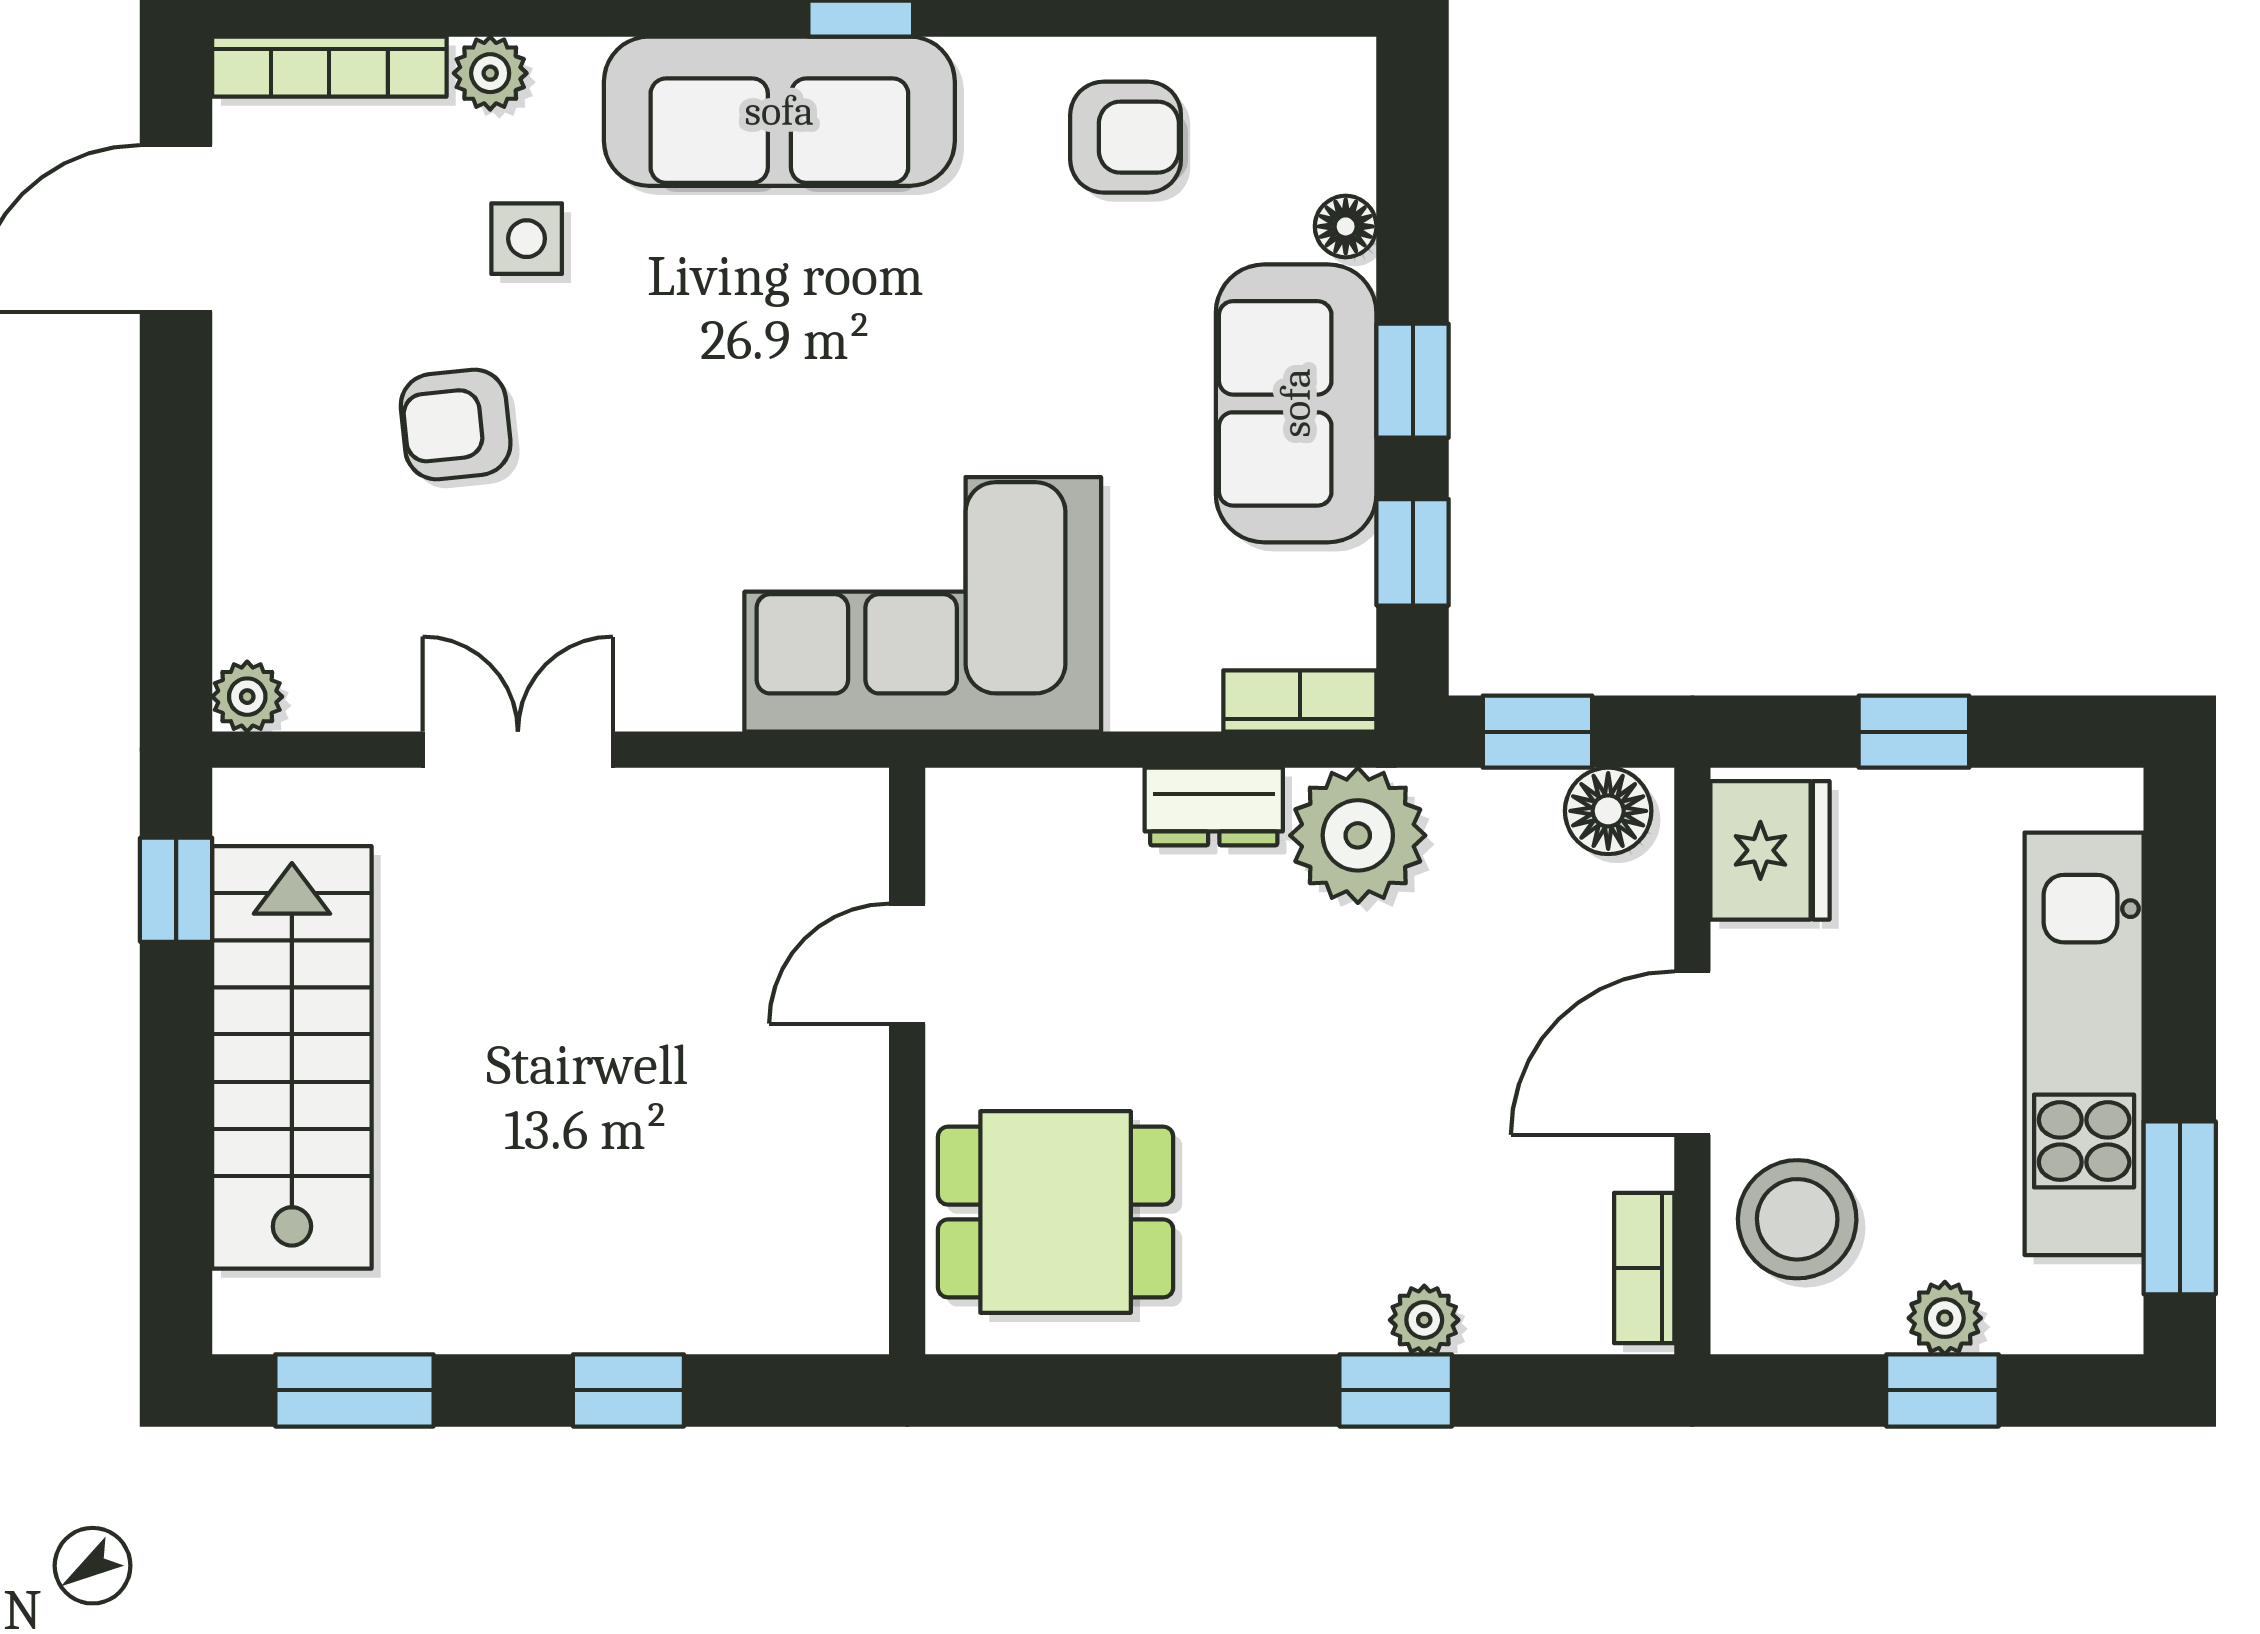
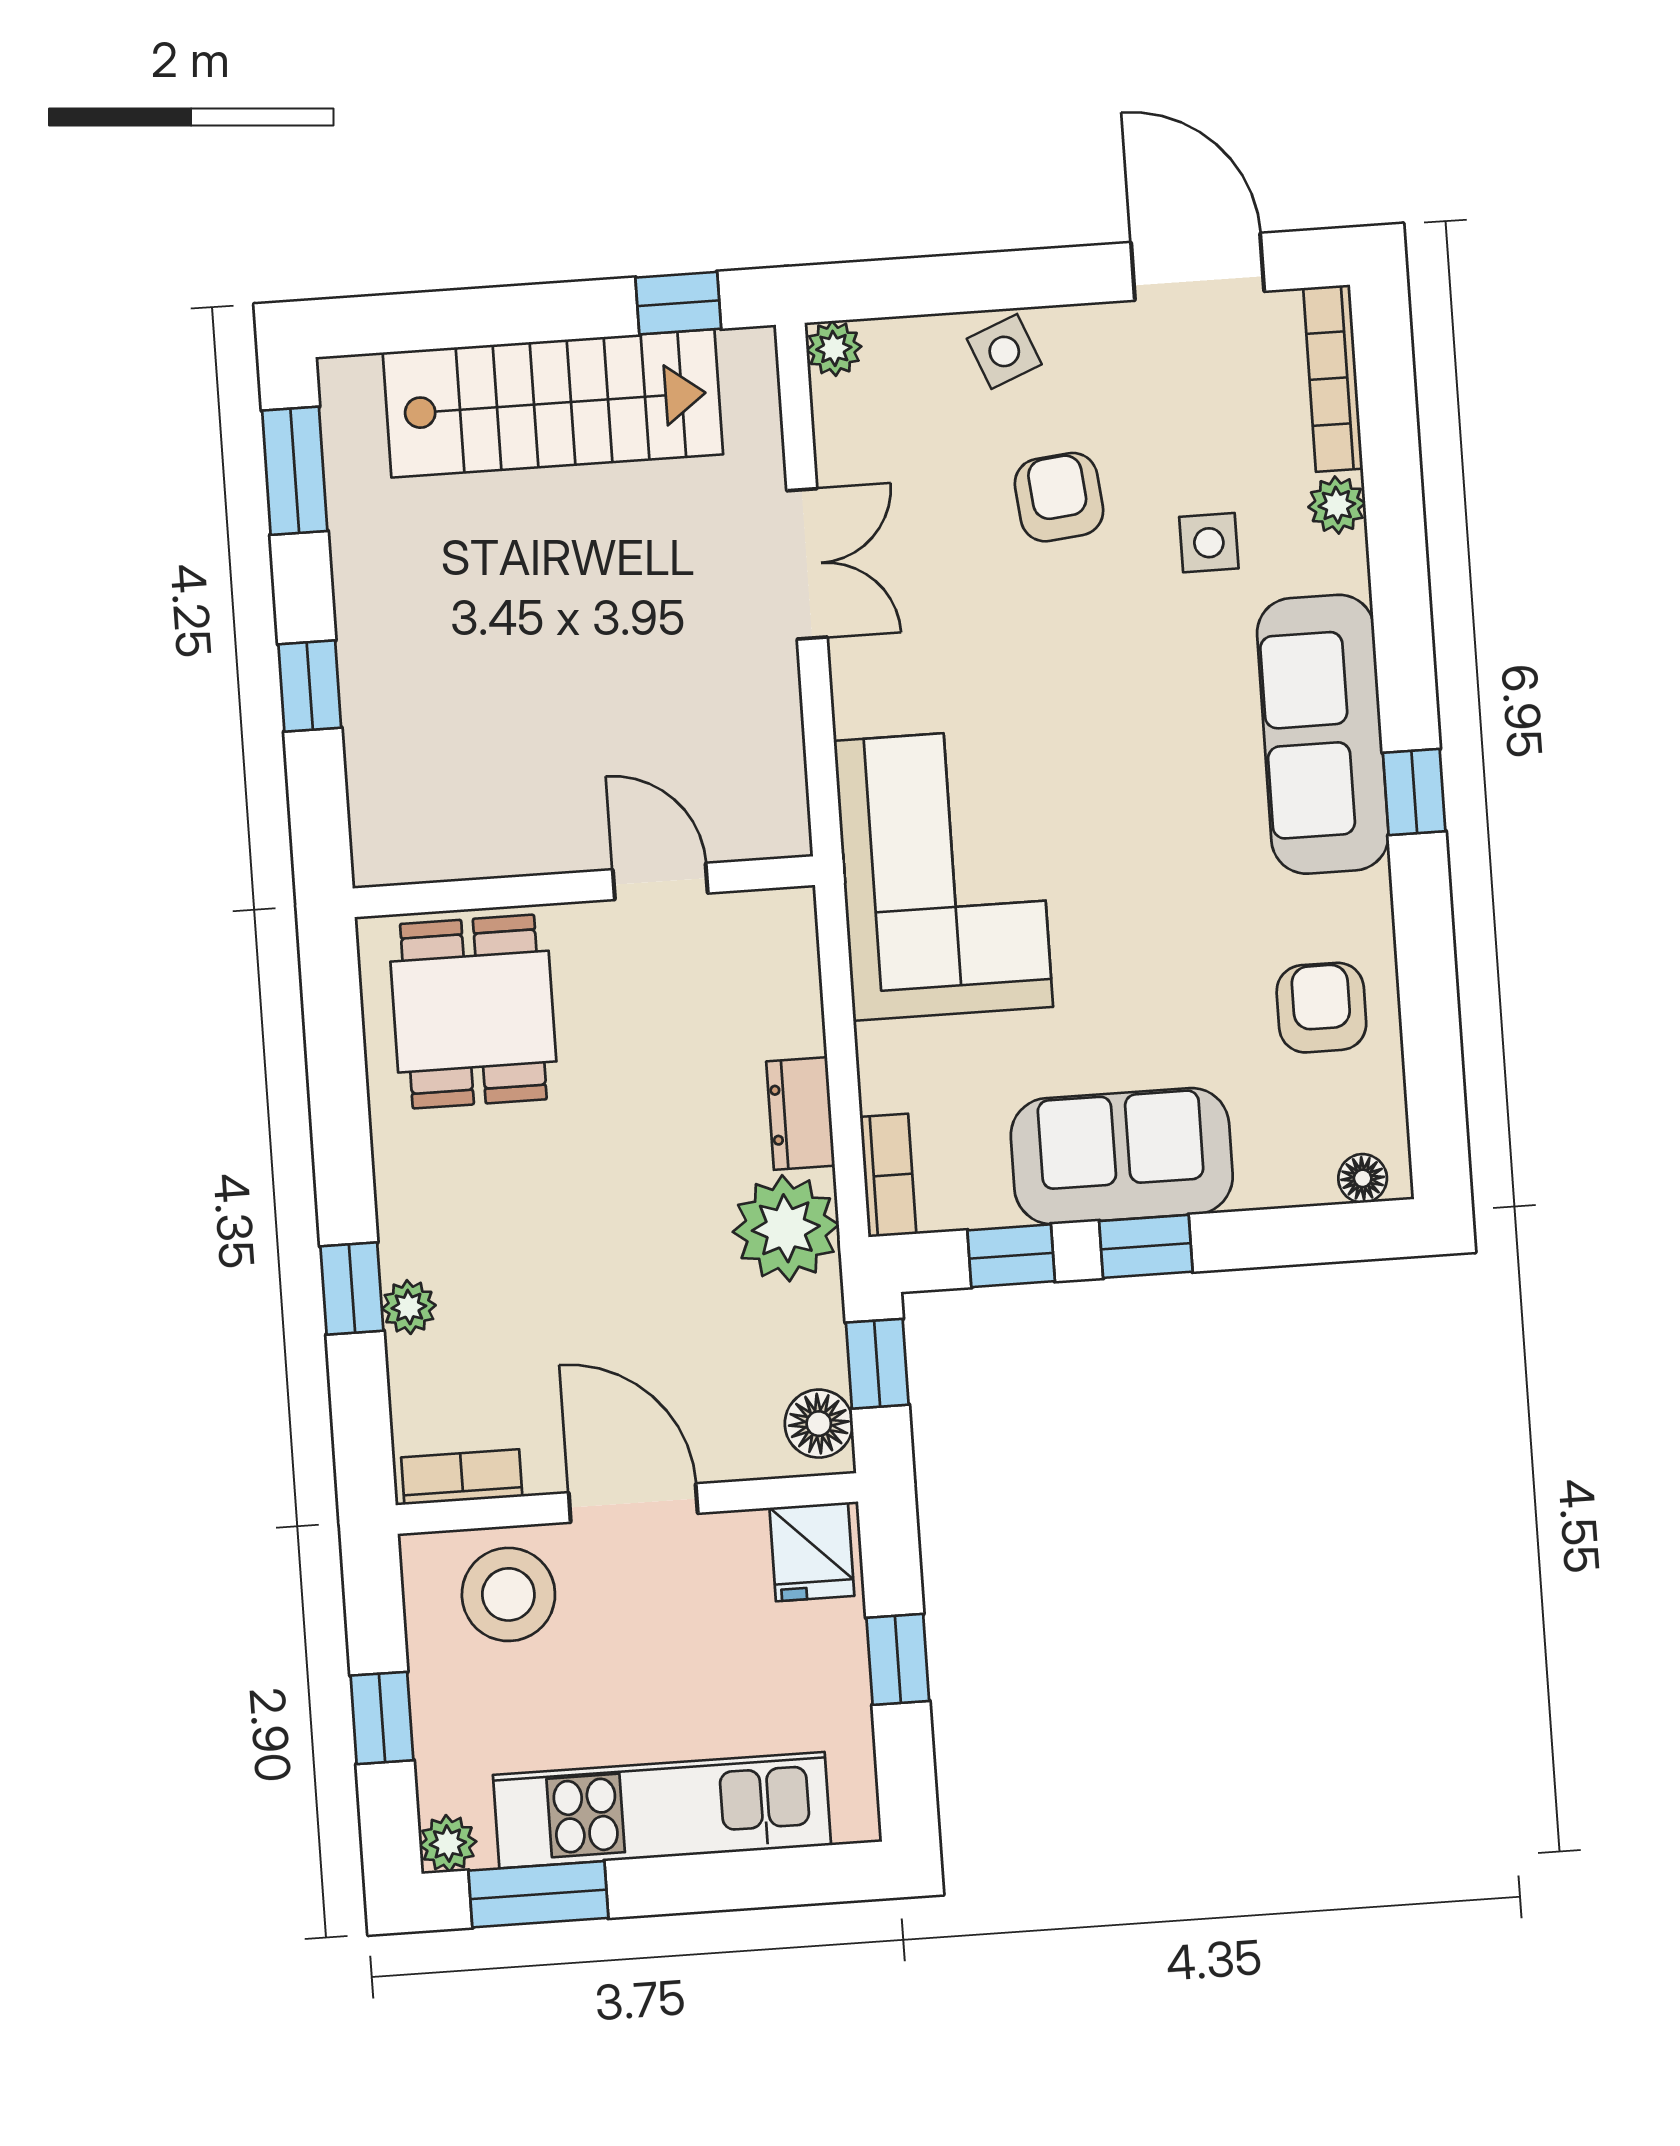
armchair: (1126, 137) -> (1321, 1008), turned 180
floor lamp: (1346, 226) -> (1363, 1178), moved
side table: (266, 481) -> (1004, 351), added
fridge: (1770, 850) -> (812, 1552), width x0.72
plant: (1945, 1318) -> (448, 1843), moved

